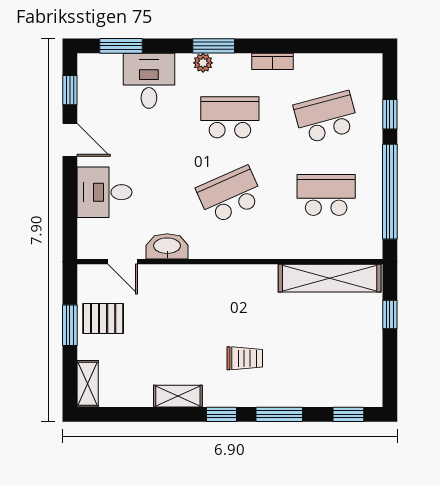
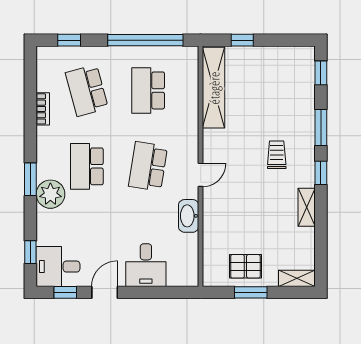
window: (121, 46) -> (30, 252), width x0.67
bookcase: (273, 61) -> (43, 109), moved
plant: (203, 63) -> (50, 194), width x1.87, depth x1.87
desk: (149, 81) -> (58, 267), moved
window: (390, 114) -> (69, 40), moved
school desk: (230, 195) -> (148, 166), turned 33
door: (123, 262) -> (201, 175), moved
pallet: (103, 318) -> (245, 266), turned 90

